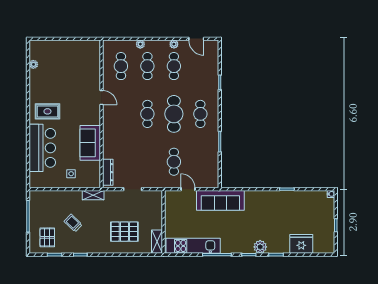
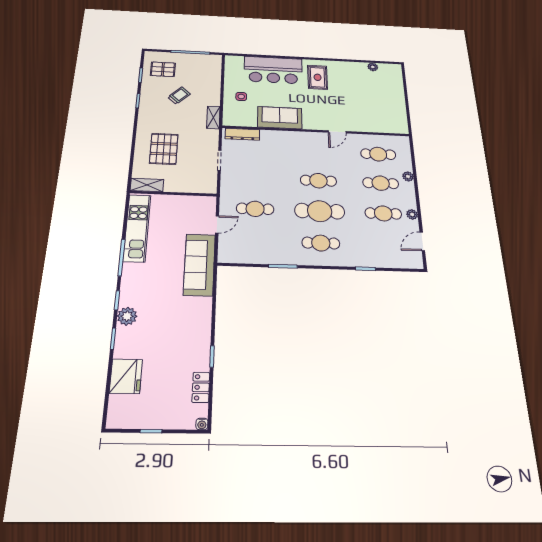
locker: (308, 196) -> (201, 387), added

